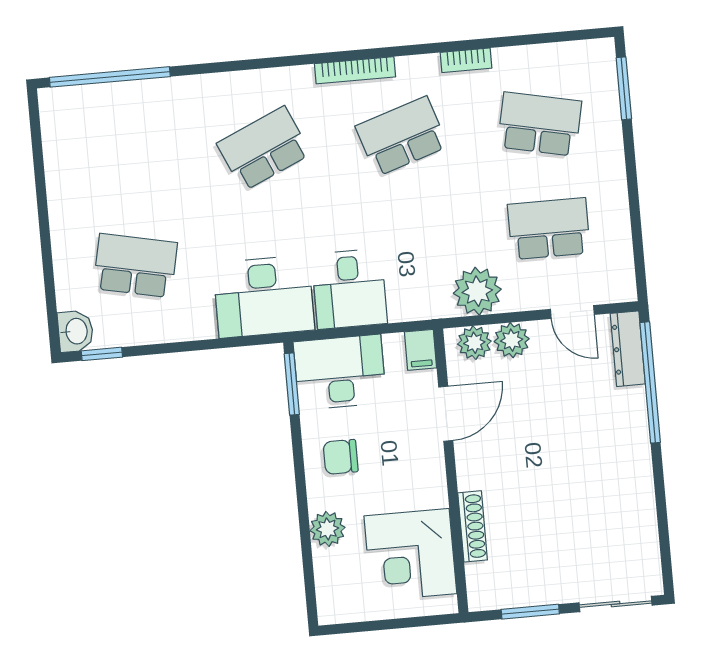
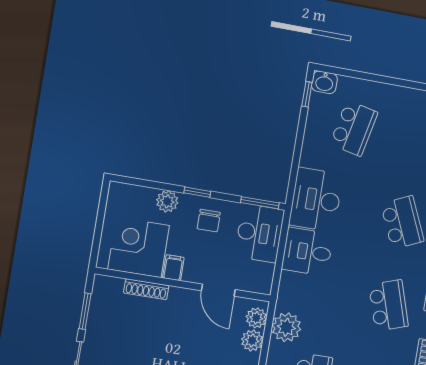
filing cabinet: (421, 350) -> (173, 268), moved, turned 90
chair: (341, 457) -> (209, 221), turned 180
window: (301, 486) -> (197, 192), added

